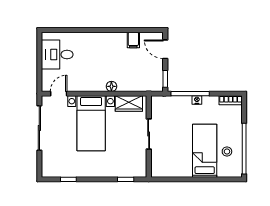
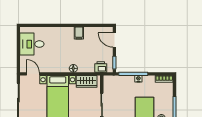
filing cabinet: (133, 40) -> (79, 33), moved
printer: (147, 85) -> (101, 67), added
door: (59, 94) -> (33, 74), hinge flipped

